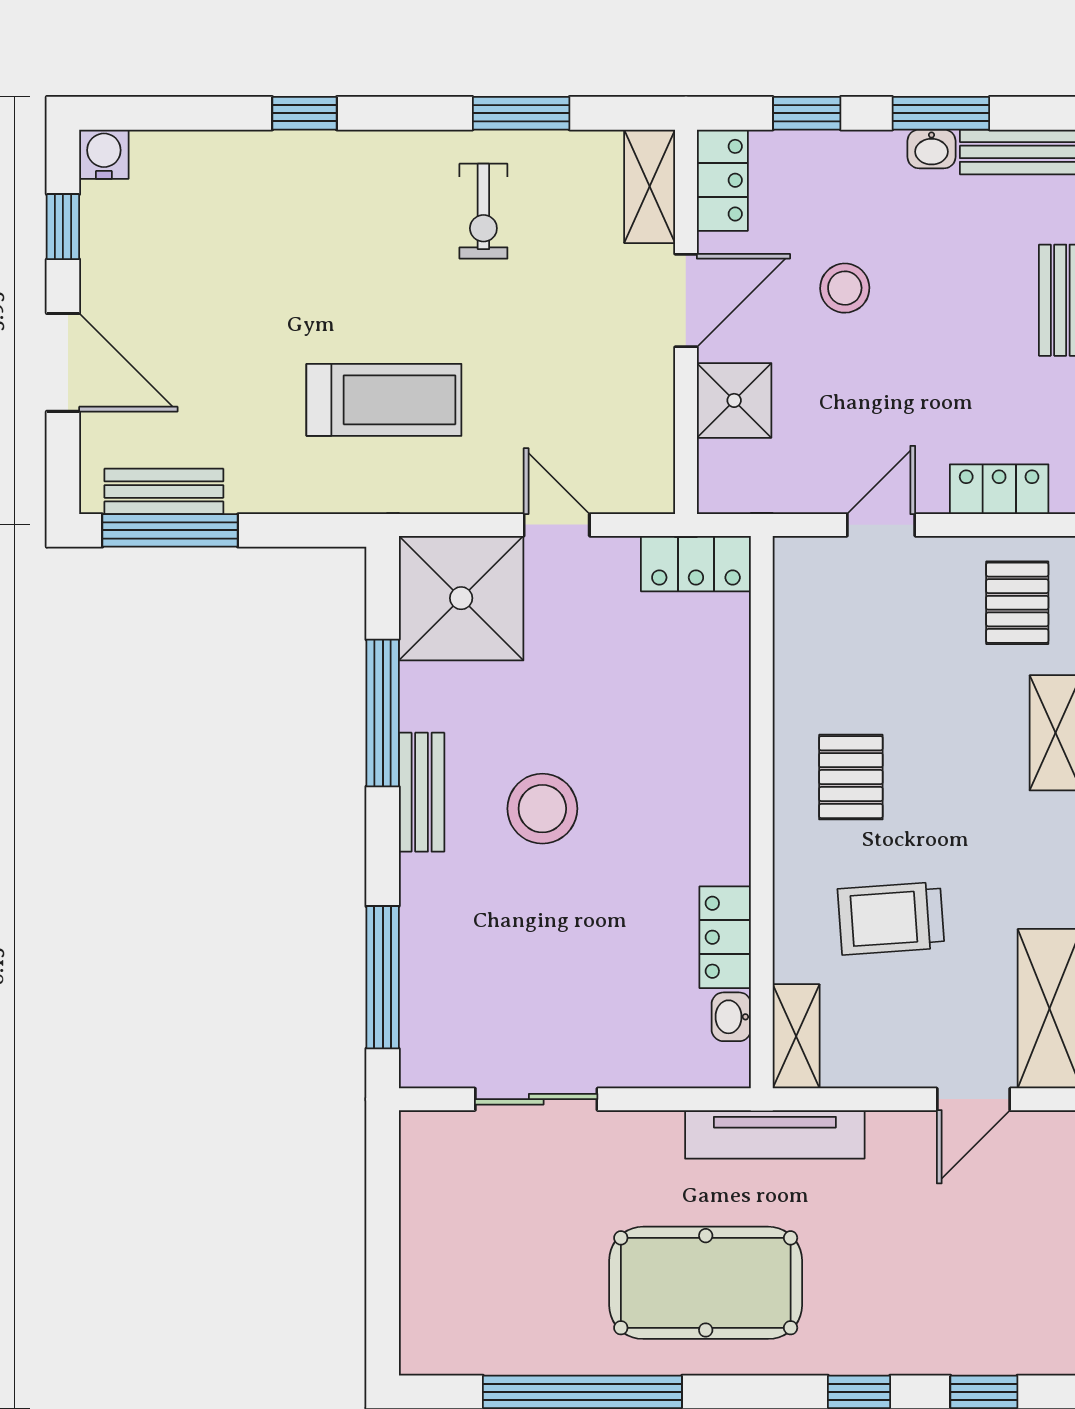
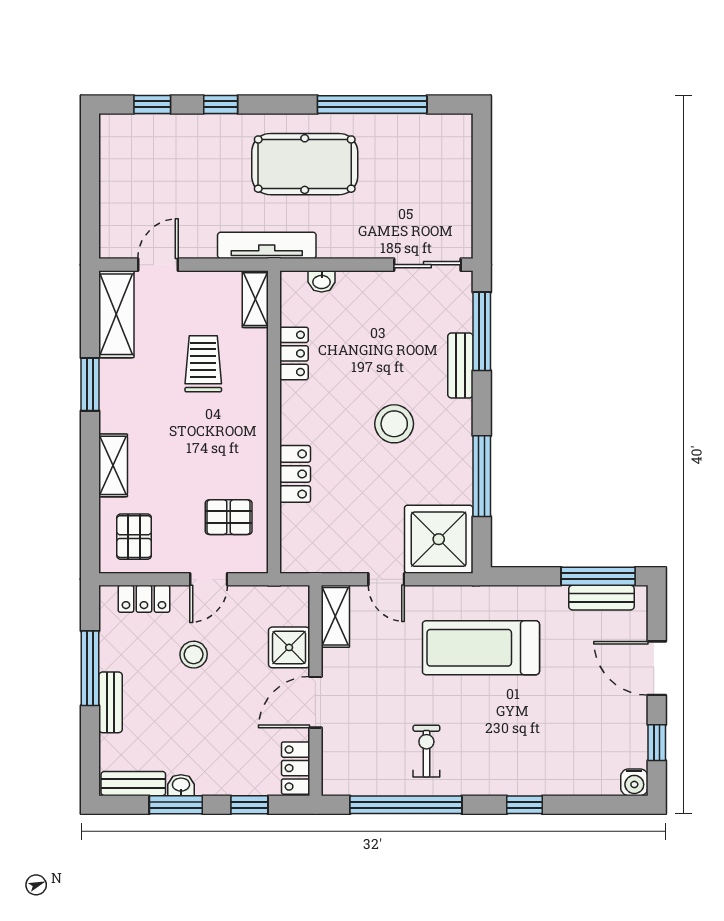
window: (521, 113) -> (406, 805), width x2.11
shelving: (650, 186) -> (335, 616), moved
stool: (845, 288) -> (194, 655), moved
treadmill: (384, 400) -> (481, 648), width x1.37, depth x1.37
locker: (696, 564) -> (295, 474), moved, turned 90
pallet: (851, 777) -> (229, 517), moved, turned 90
bench: (422, 792) -> (460, 365), moved
trolley: (891, 918) -> (203, 364), turned -86
washbasin: (731, 1017) -> (322, 281), moved, turned 90
sliding door: (536, 1099) -> (427, 265), moved

